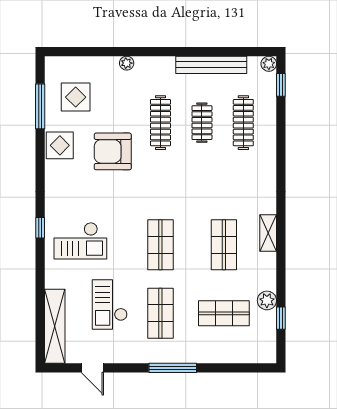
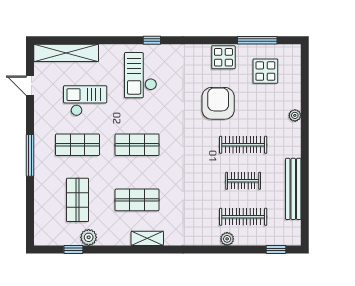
plant: (269, 64) -> (227, 239), moved
door: (92, 368) -> (30, 86), hinge flipped

